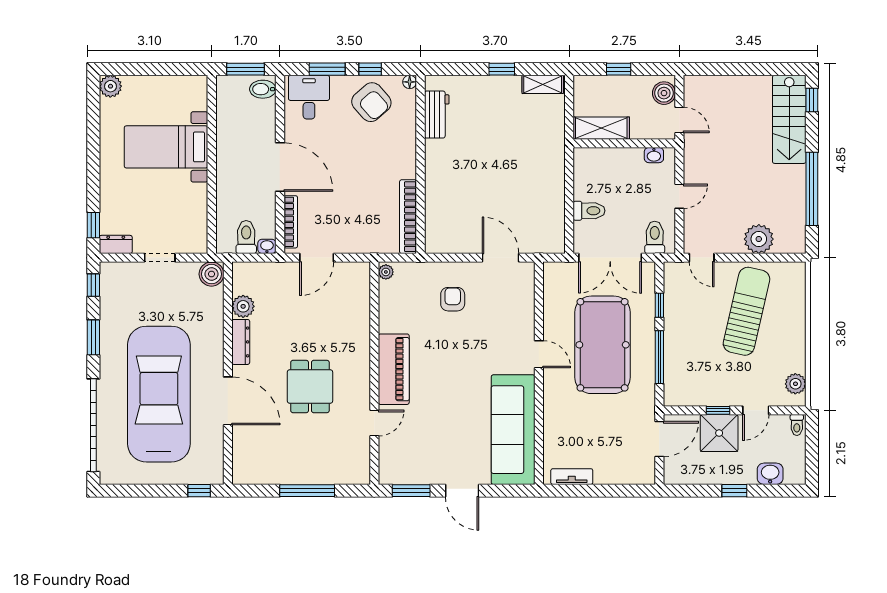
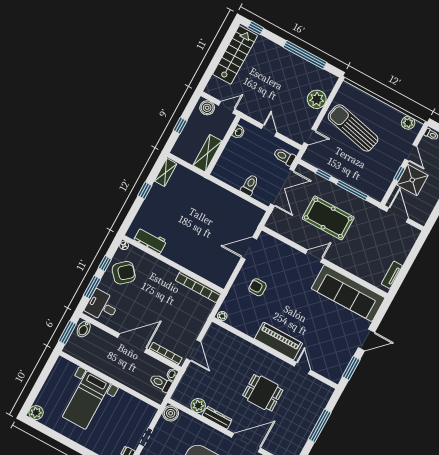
stairs: (789, 119) -> (235, 55), moved, turned -90
pool table: (603, 345) -> (328, 218), width x0.73, depth x0.76

